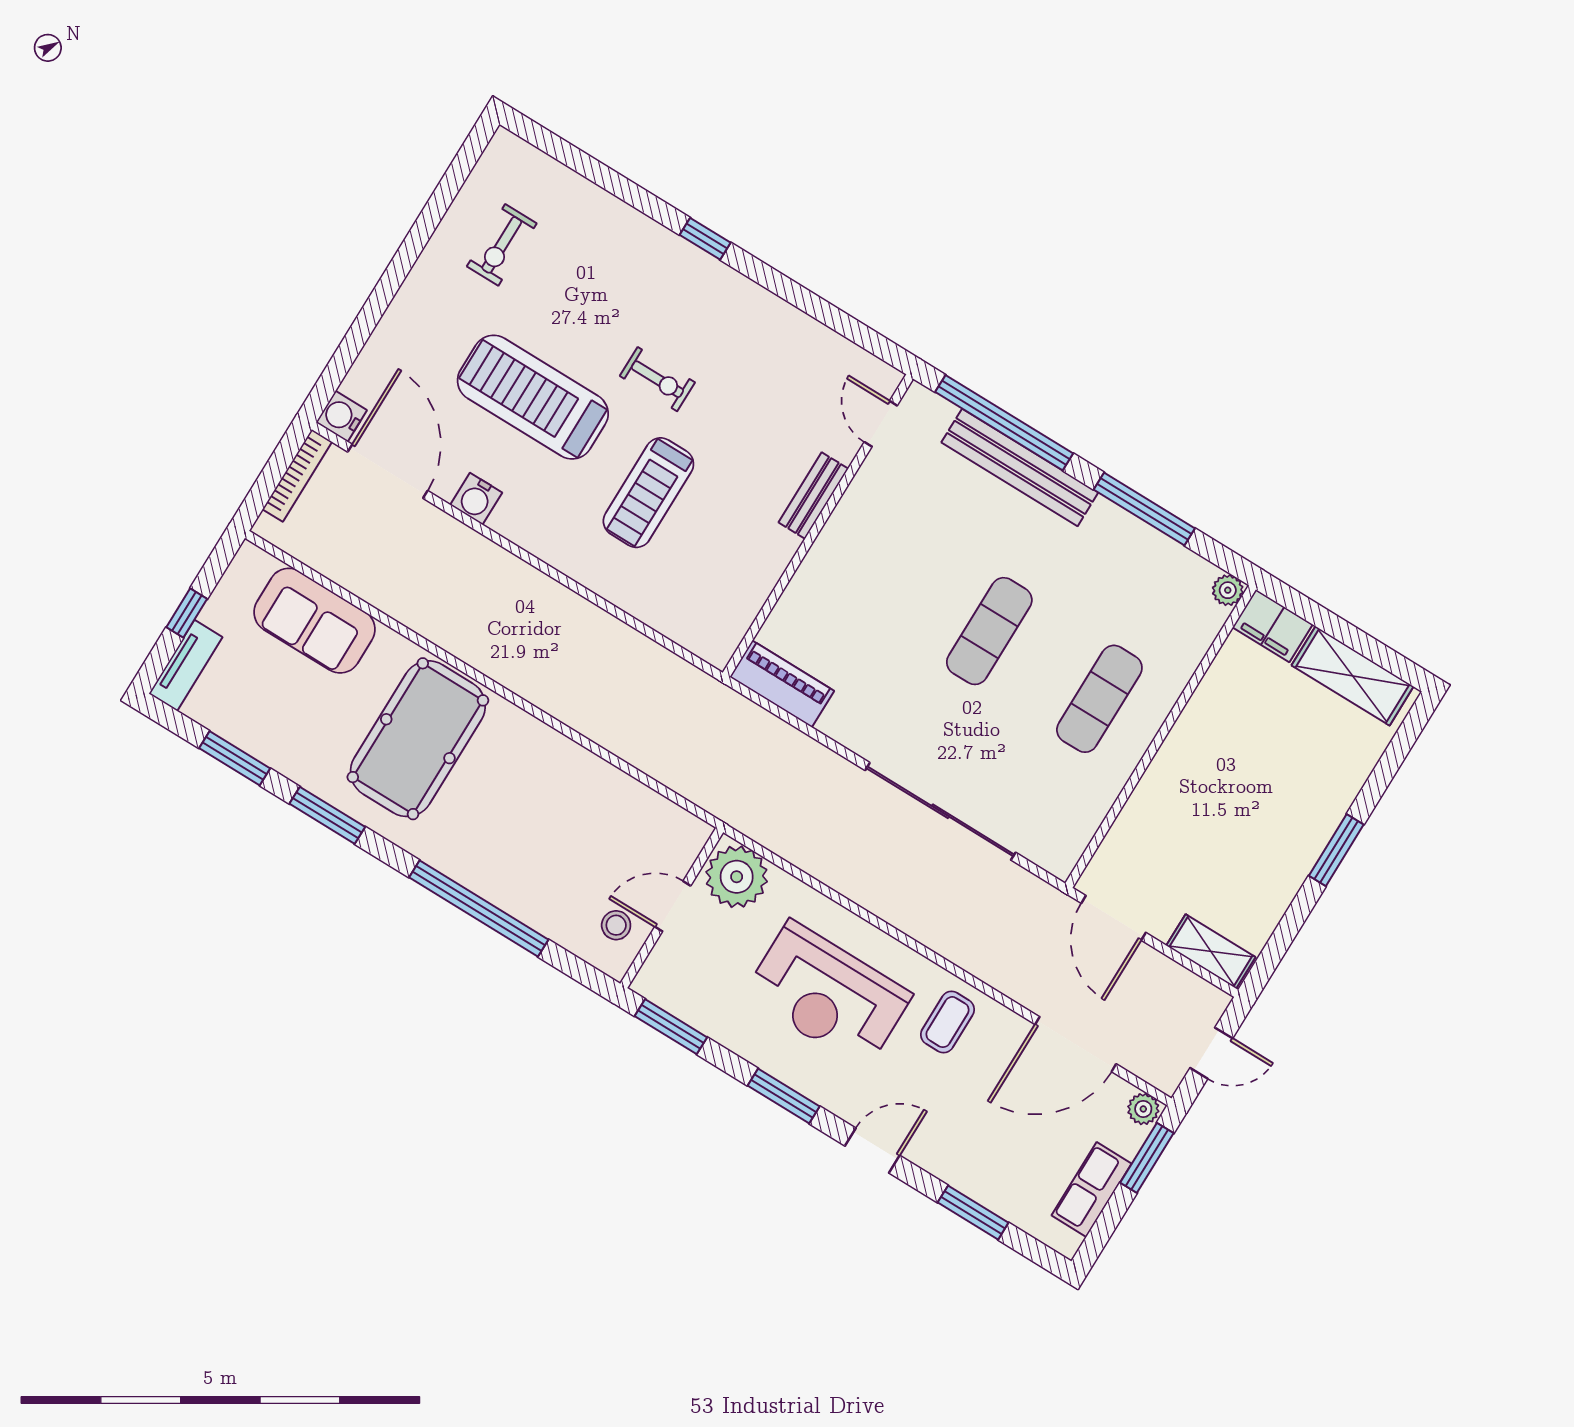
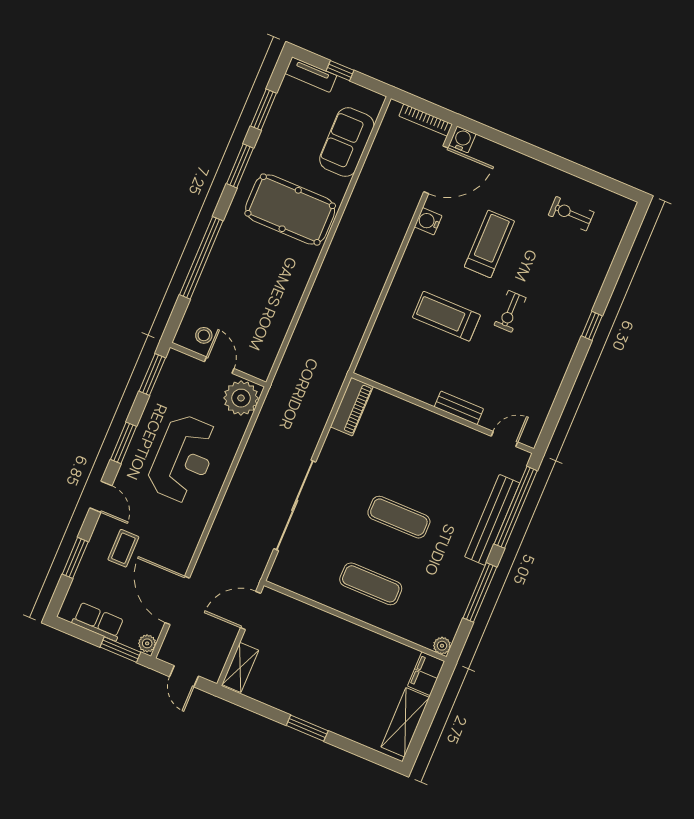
treadmill: (533, 397) -> (489, 244), width x0.73, depth x0.73
reception desk: (828, 995) -> (183, 459), turned 180
coffee table: (948, 1022) -> (123, 548), moved, turned 90

